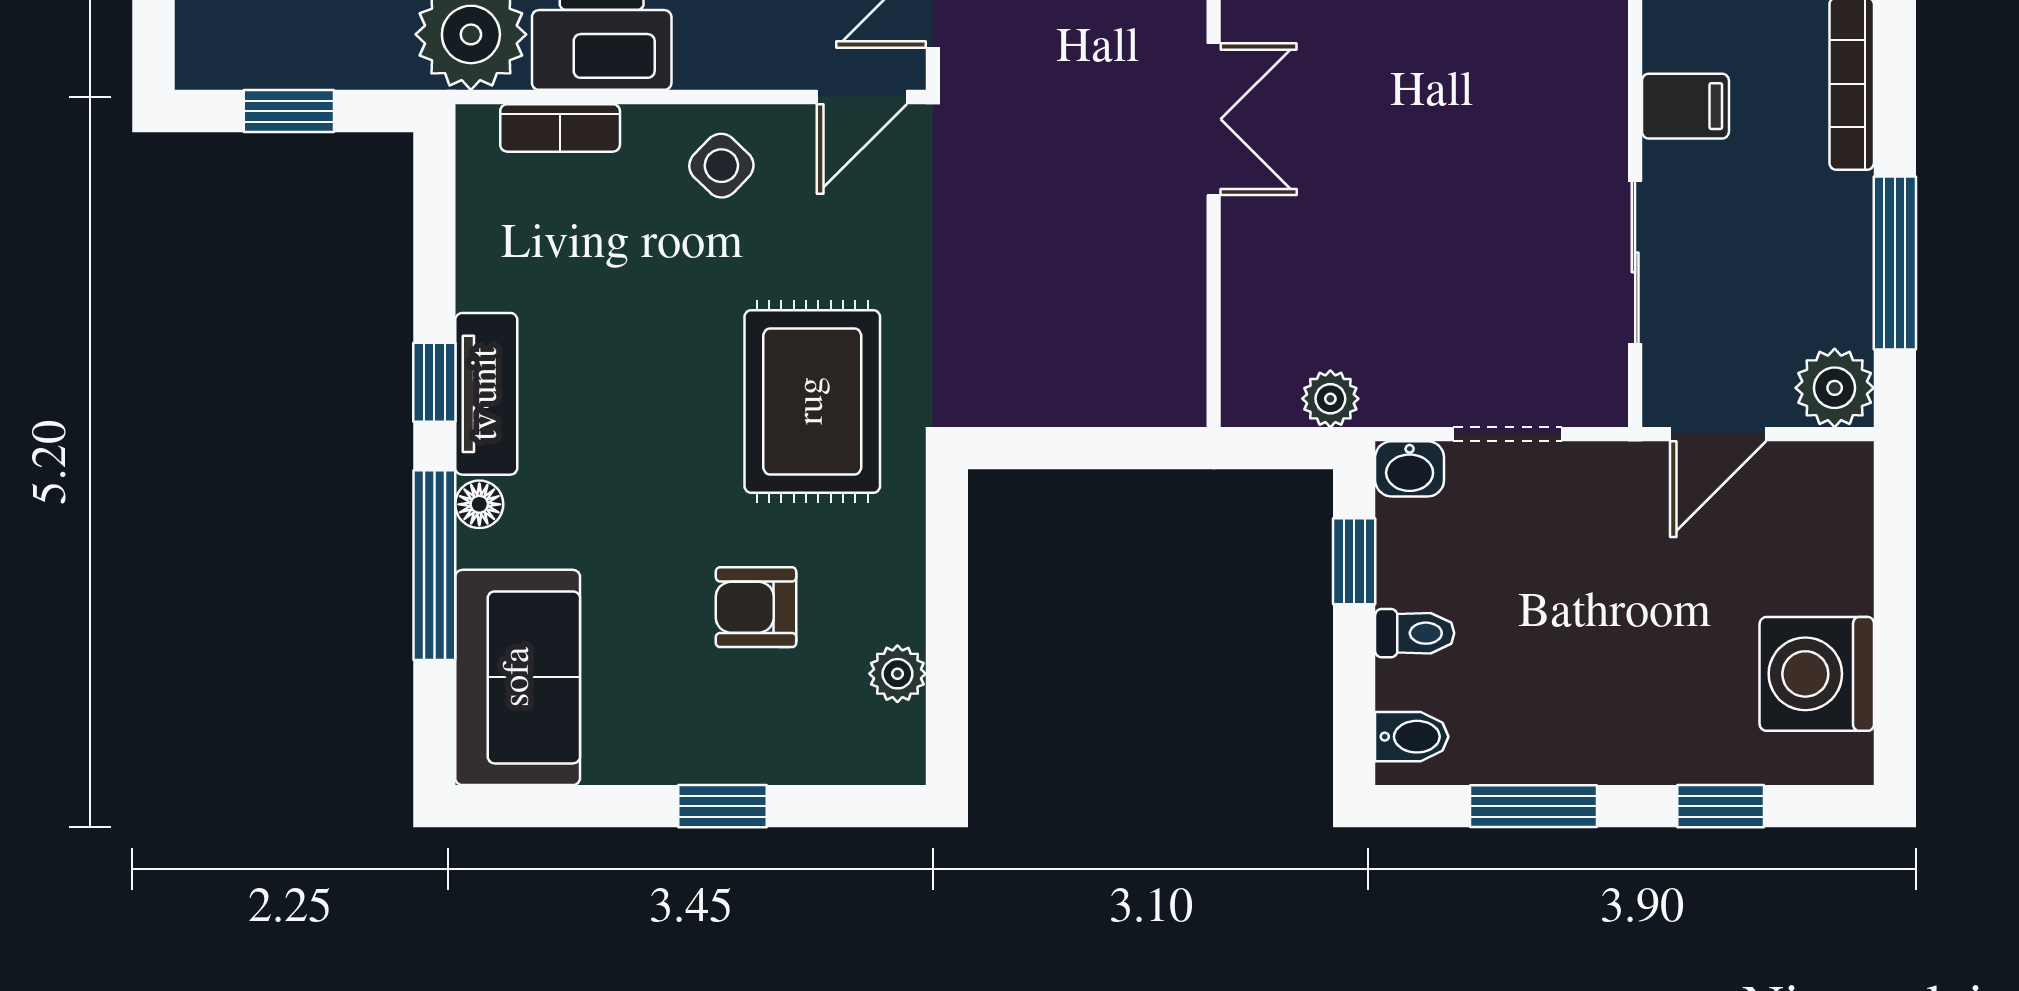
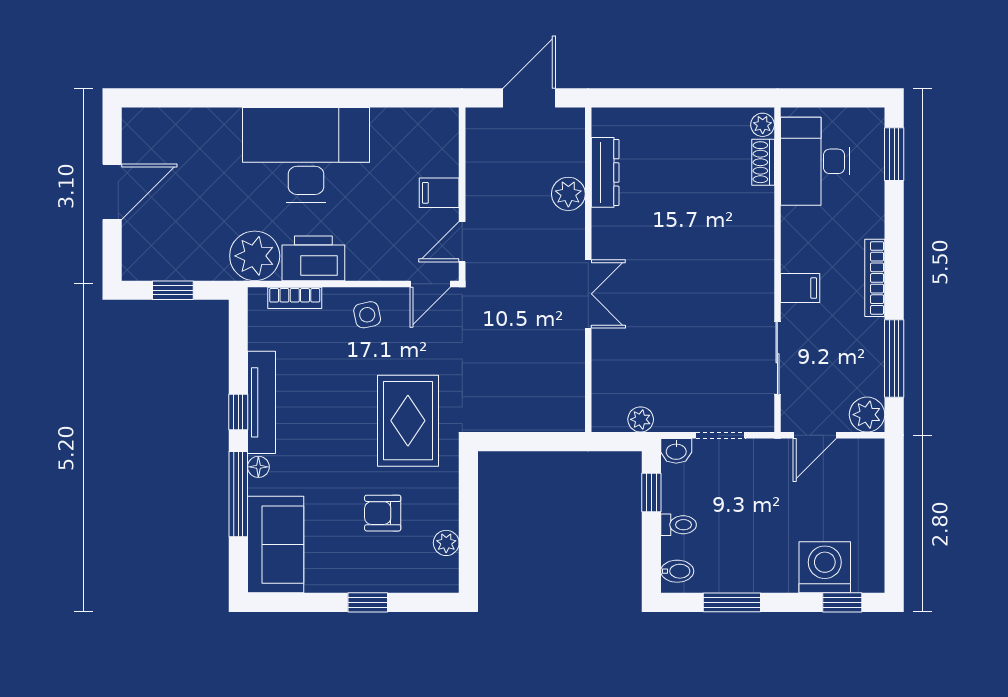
side table: (721, 166) -> (367, 315), turned 34
tv unit: (486, 394) -> (262, 402), width x1.41
washing machine: (1817, 674) -> (825, 567), moved, turned 90
window: (1721, 806) -> (842, 602), moved

